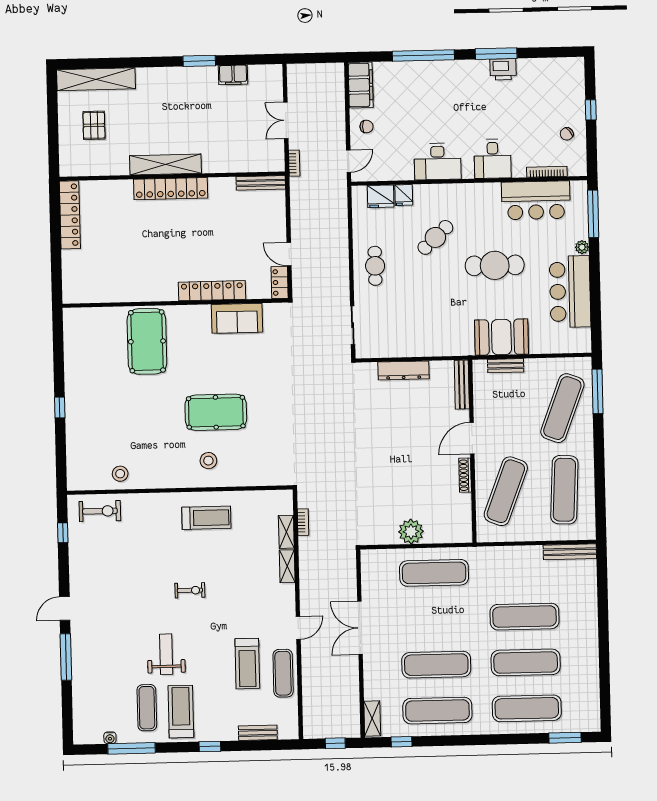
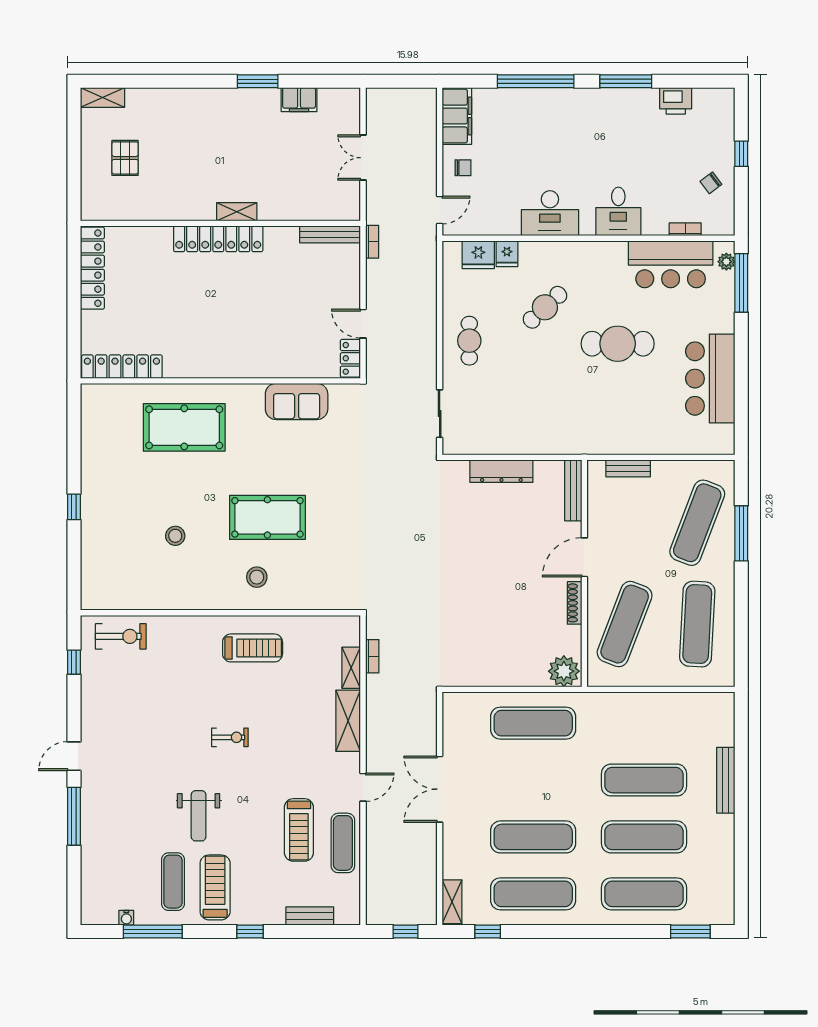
printer: (503, 69) -> (676, 101), moved
shelving: (96, 79) -> (103, 98), width x0.45, depth x0.75
bookcase: (294, 163) -> (372, 242), moved
shelving: (166, 165) -> (237, 212), width x0.45, depth x0.75
bookcase: (547, 172) -> (685, 229), width x0.64
plant: (582, 247) -> (726, 262), moved
locker: (212, 291) -> (122, 367), moved
booth: (501, 337) -> (624, 433), removed
pool table: (147, 341) -> (184, 427), turned 90
window: (598, 391) -> (741, 533), moved
stool: (120, 474) -> (175, 536), moved
plant: (411, 532) -> (564, 671), moved
bench: (570, 552) -> (726, 780), moved, turned 90
shelving: (287, 566) -> (348, 721), width x1.50, depth x1.33
weight bench: (166, 654) -> (199, 816), turned 180

